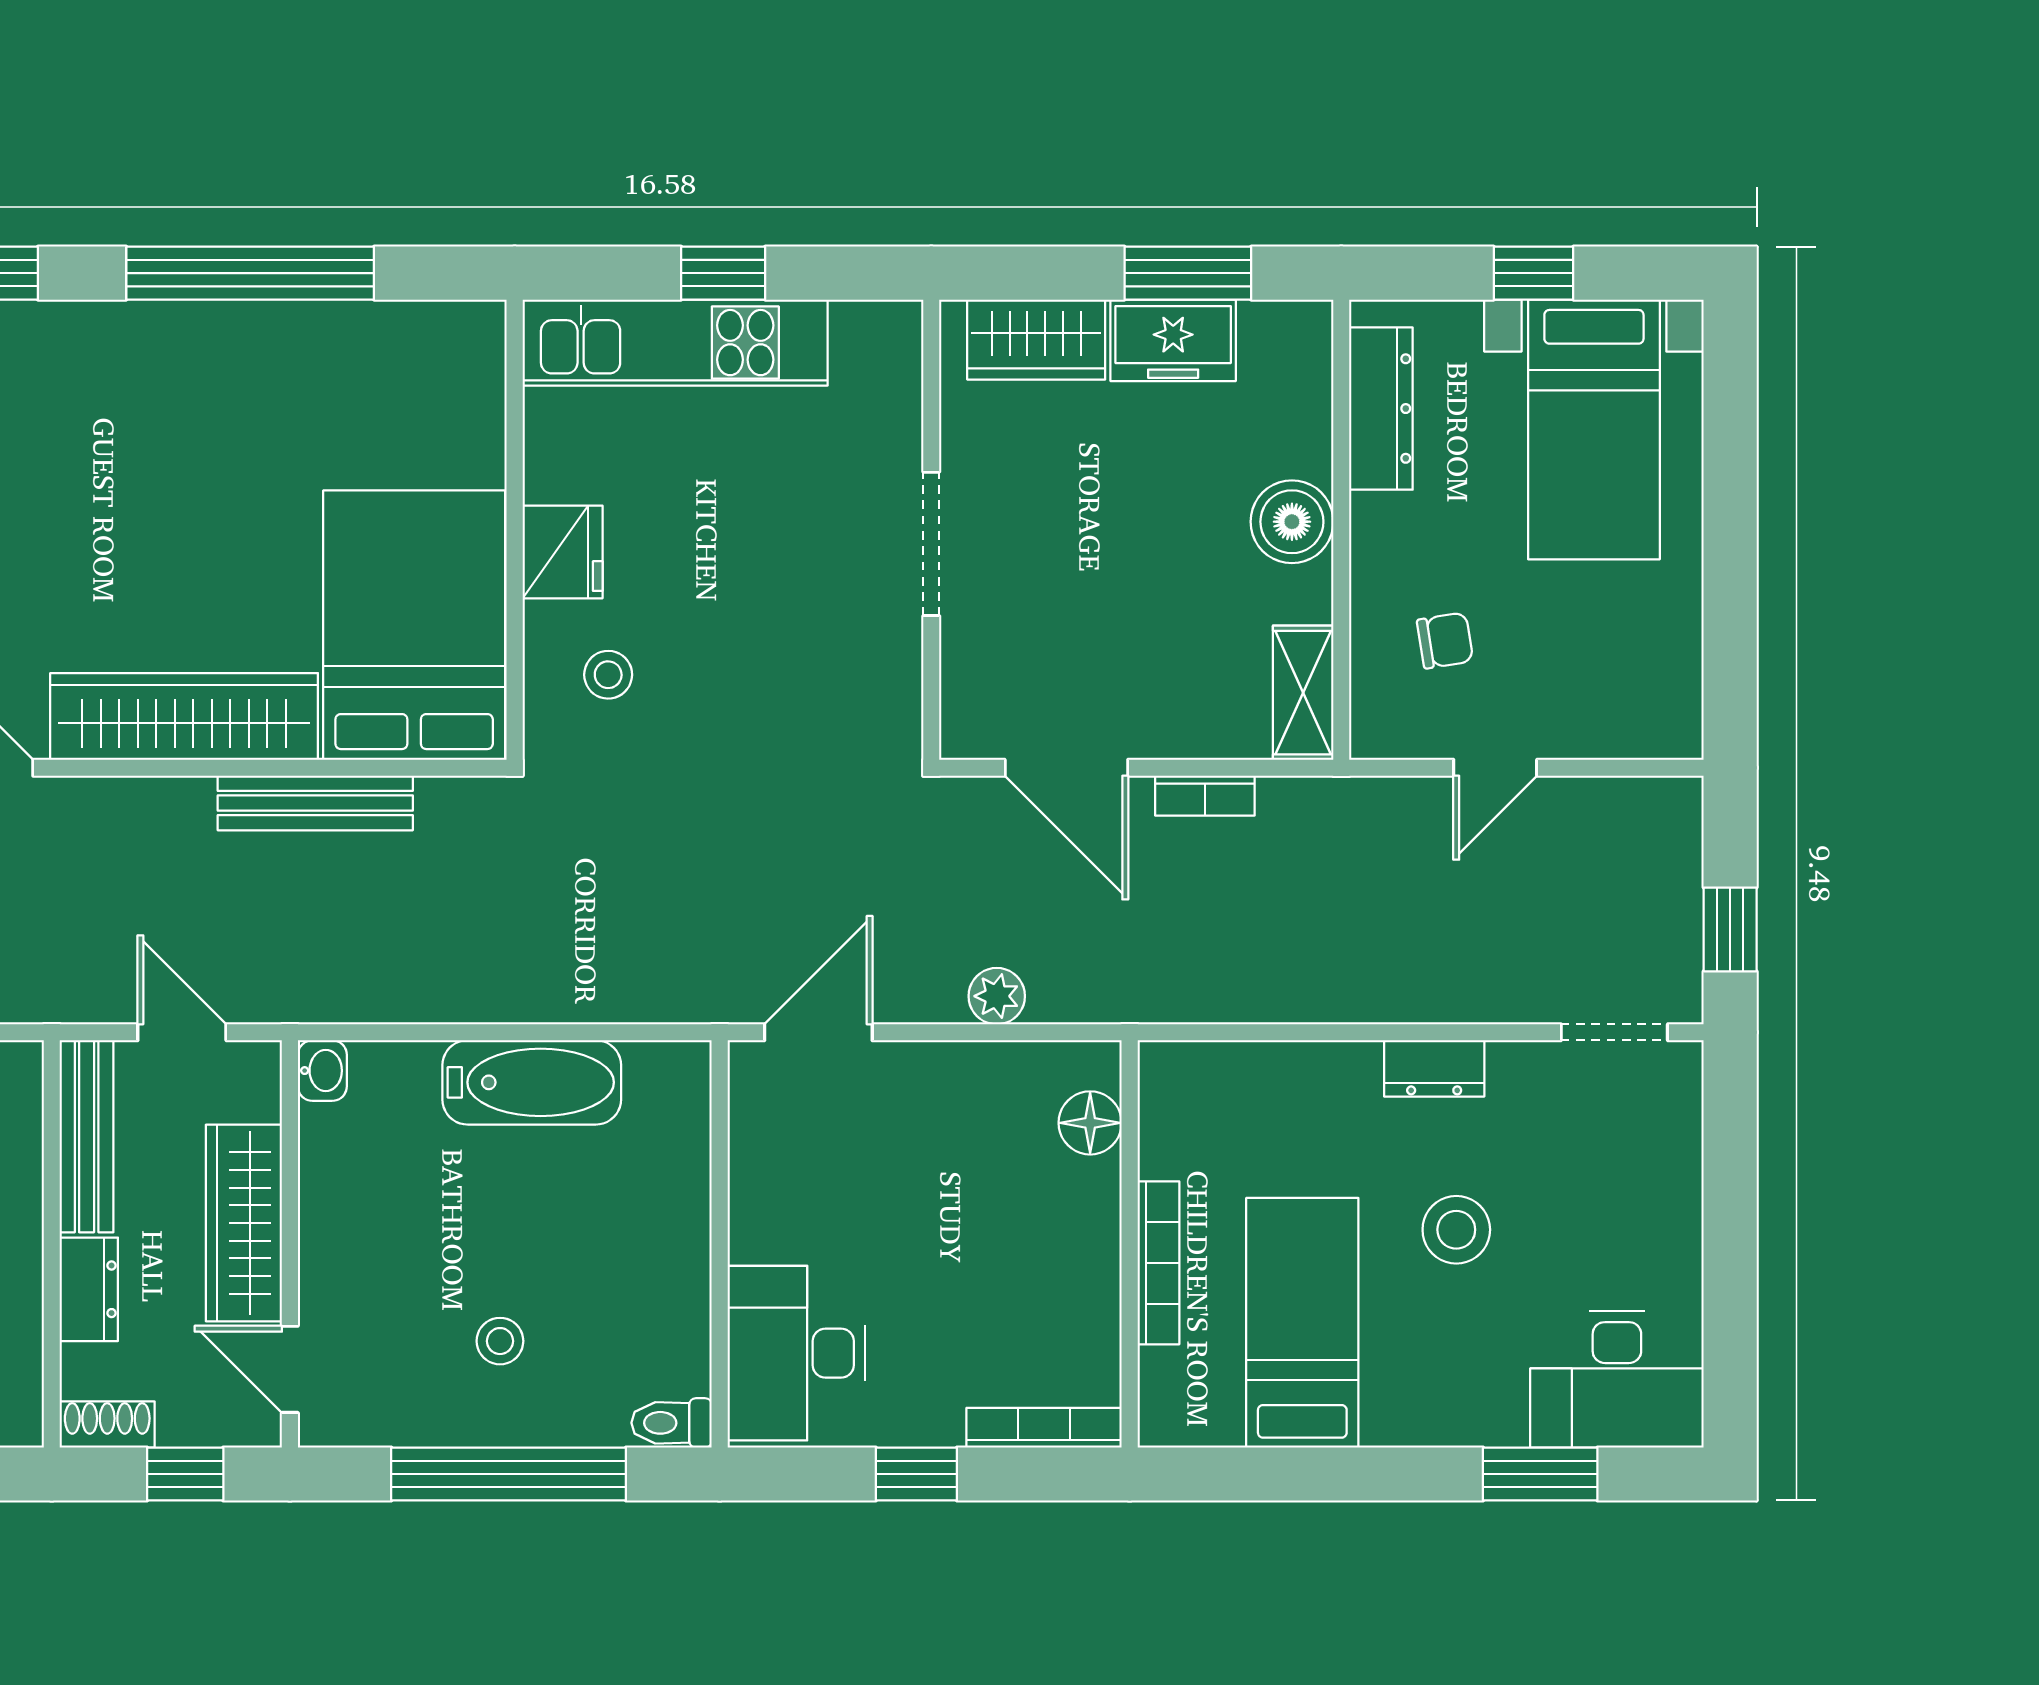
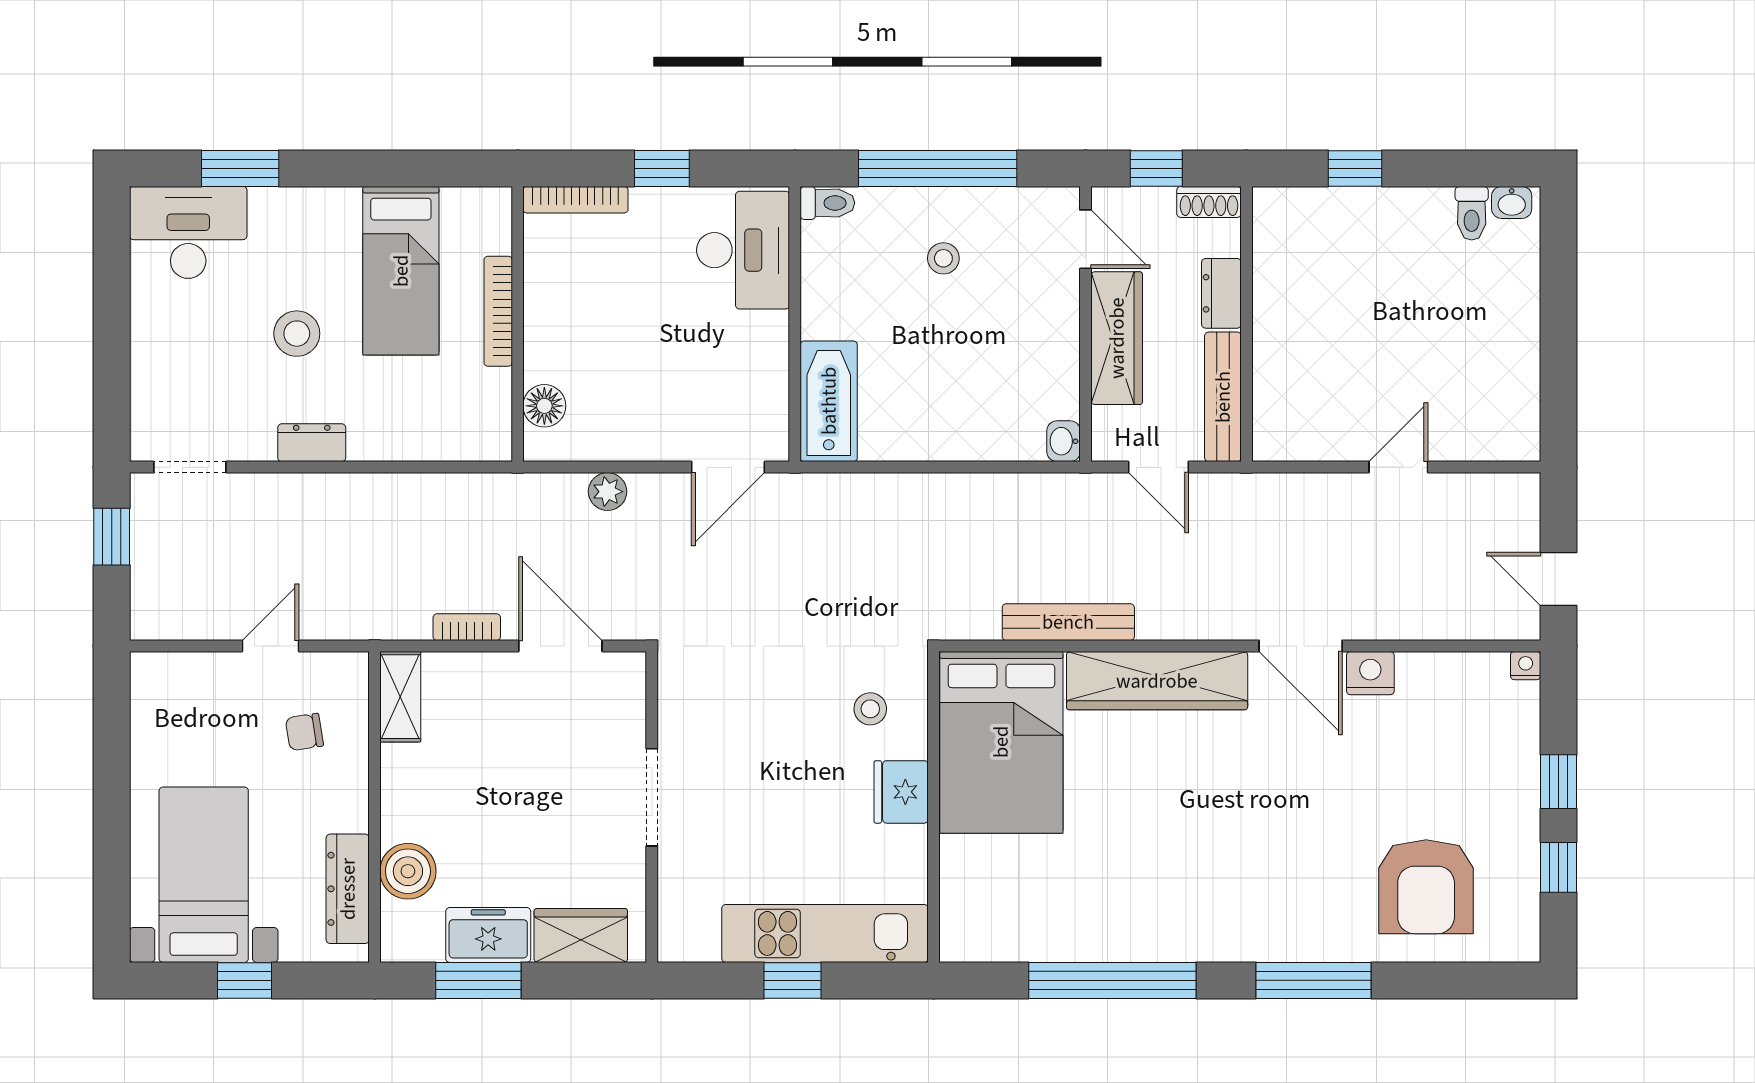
boiler: (1292, 522) -> (408, 871), moved
bathtub: (532, 1082) -> (829, 401), moved, turned 90

